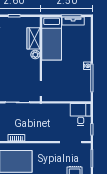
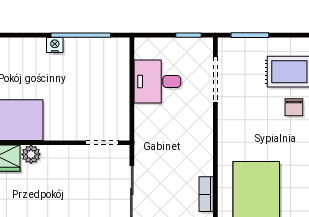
desk: (81, 114) -> (157, 81), moved

